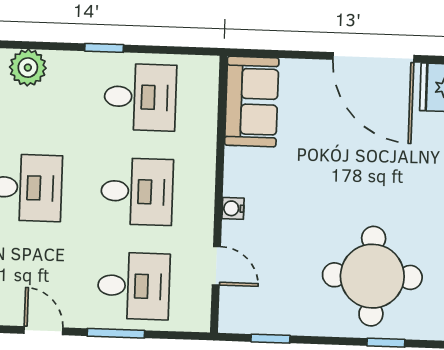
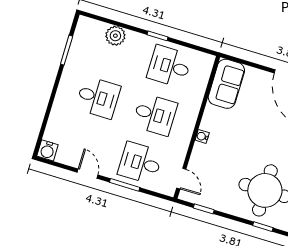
desk: (140, 97) -> (169, 66), turned 180
door: (216, 266) -> (181, 179), moved
desk: (134, 286) -> (140, 163), turned 180

